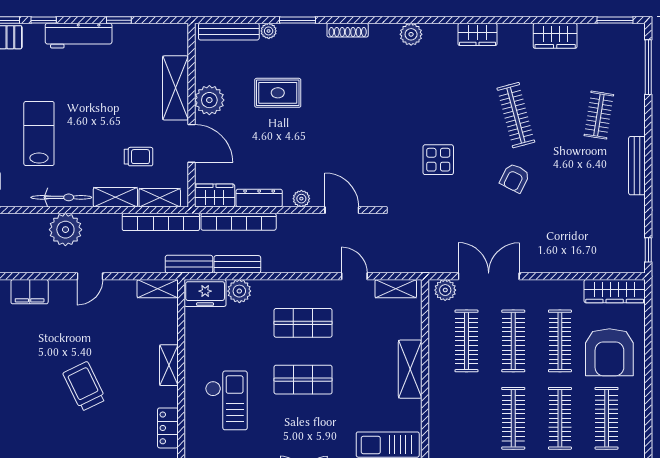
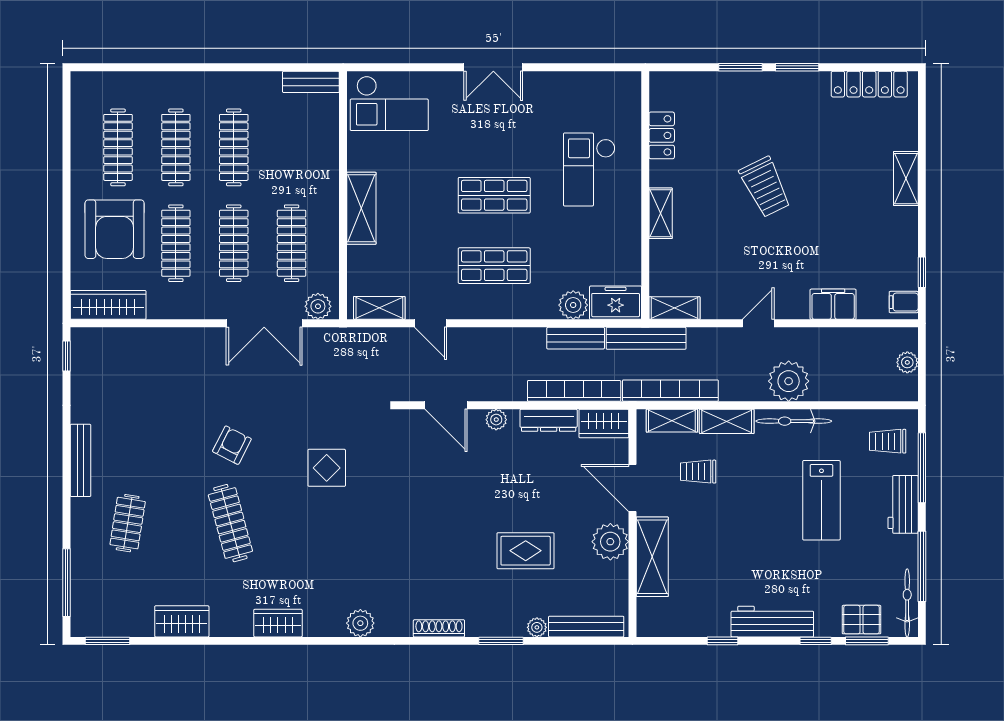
bench: (189, 264) -> (646, 338), width x1.36
armchair: (609, 352) -> (115, 229), turned 180

